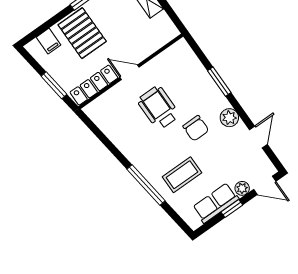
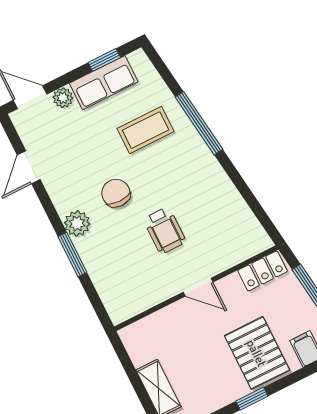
locker: (94, 85) -> (263, 271), width x0.66
wheelchair: (158, 108) -> (165, 230), width x0.73, depth x0.73
plant: (229, 118) -> (77, 223), moved
window: (232, 209) -> (104, 60), moved

